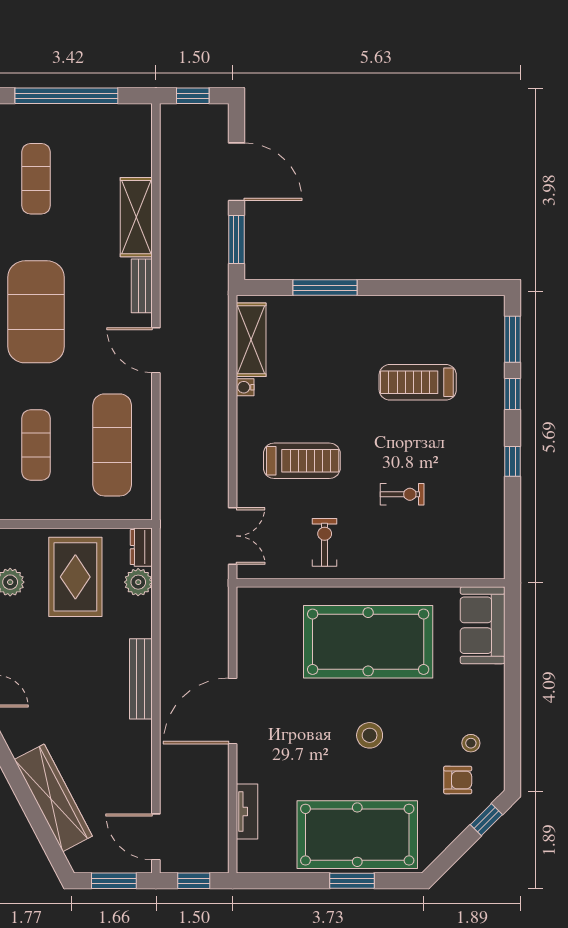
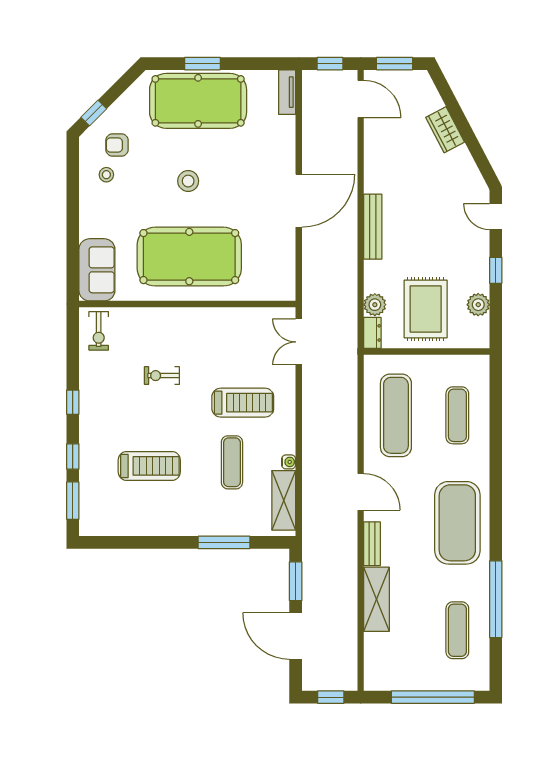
exercise mat: (315, 387) -> (232, 462), added
treadmill: (302, 461) -> (243, 403), turned 180
exercise bike: (325, 542) -> (99, 331), moved
wardrobe: (53, 798) -> (445, 130), width x0.48, depth x0.85
tv unit: (247, 812) -> (287, 92), moved

